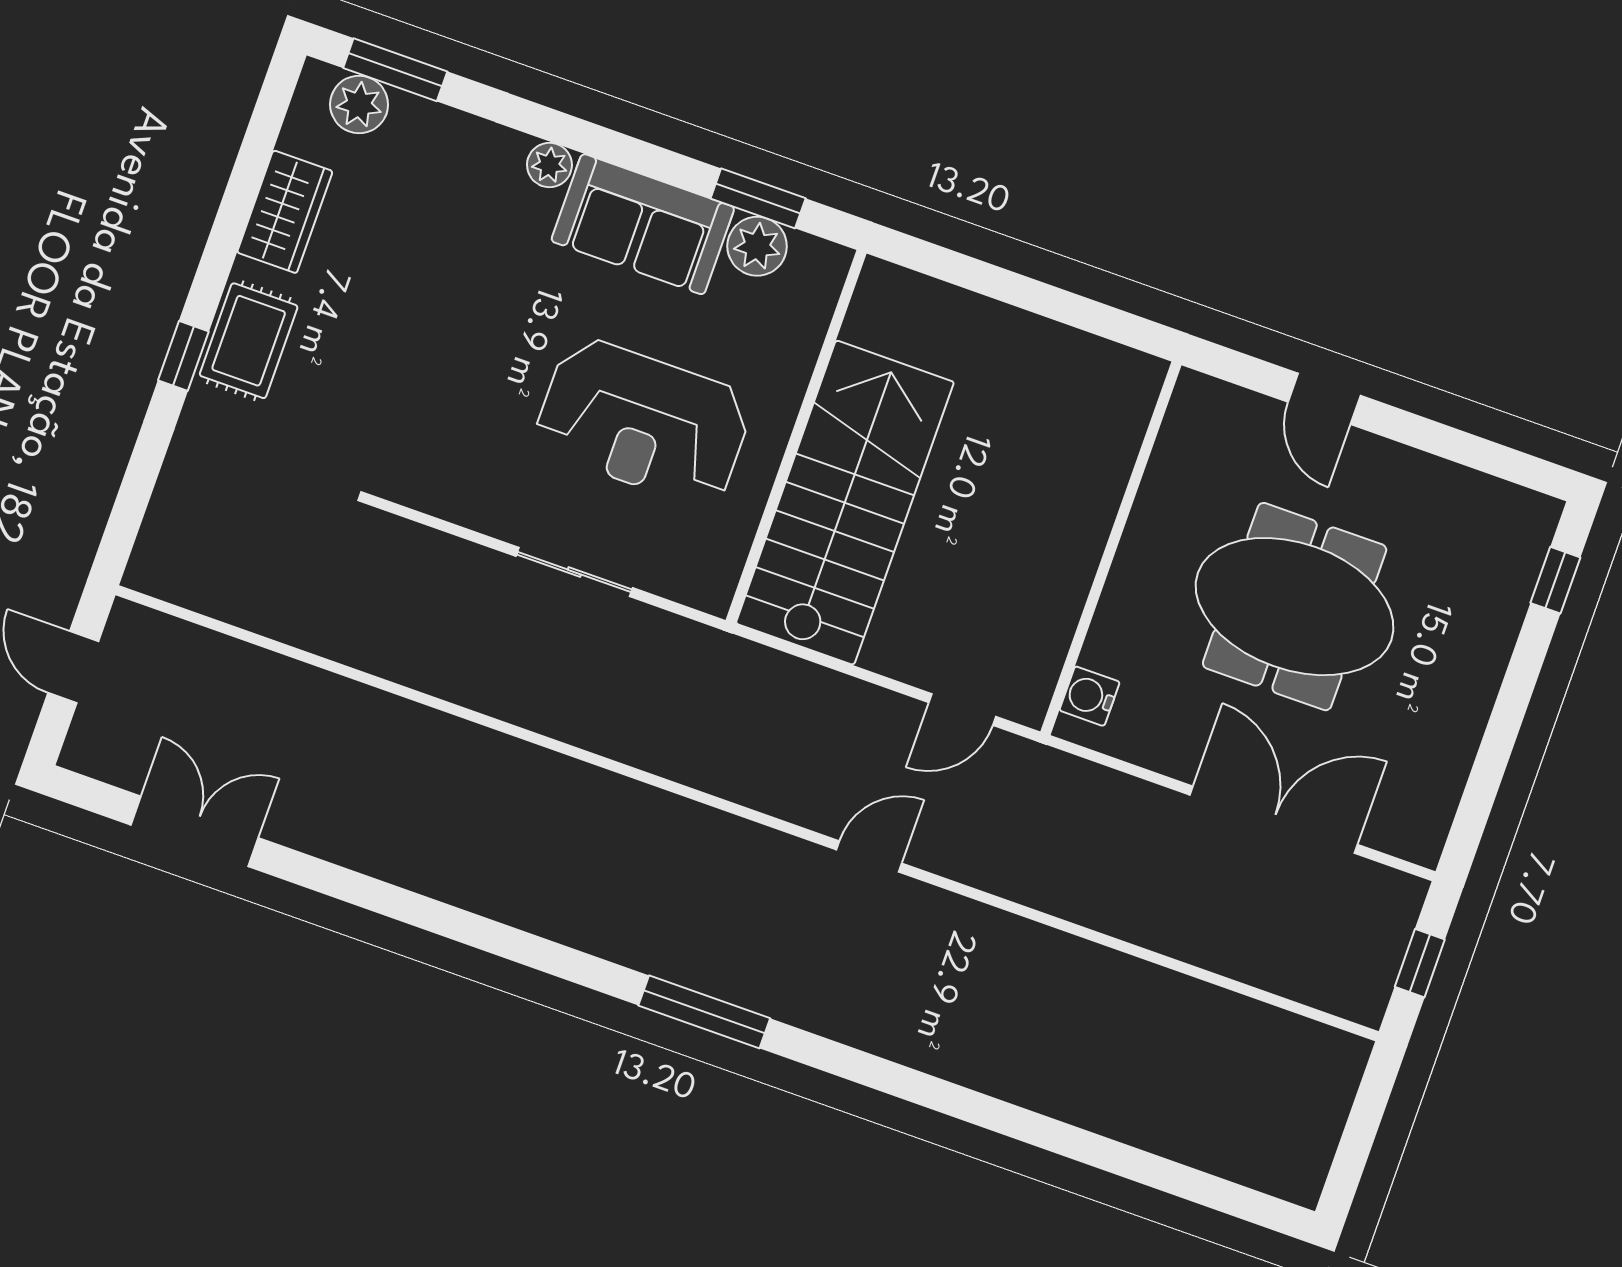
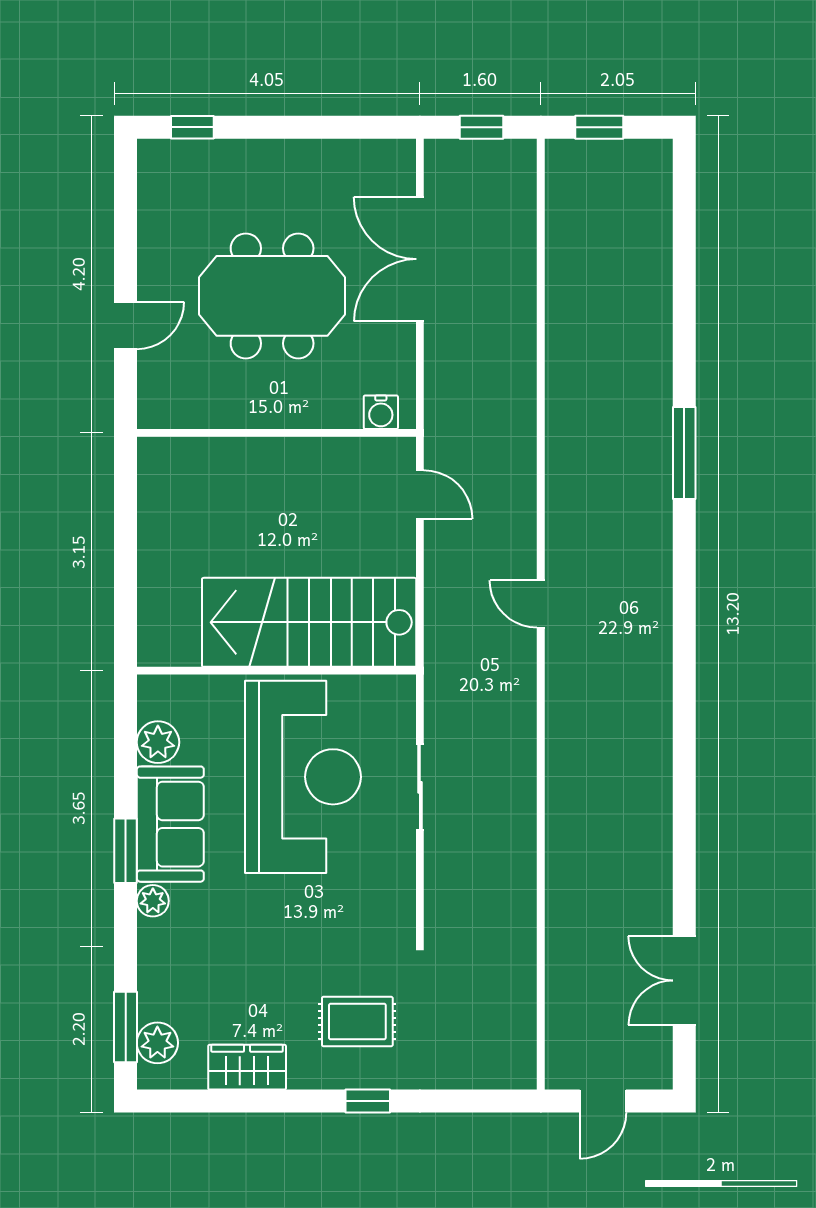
window: (758, 198) -> (126, 851), moved
rug: (249, 341) -> (357, 1021), moved
reception desk: (643, 422) -> (303, 777), width x1.36, depth x1.30
meeting table: (1295, 607) -> (272, 296), turned 90
door: (869, 856) -> (541, 604), moved
window: (704, 1012) -> (684, 453), moved
window: (1365, 1119) -> (599, 127), added

